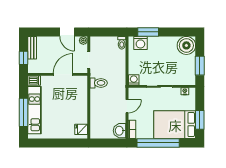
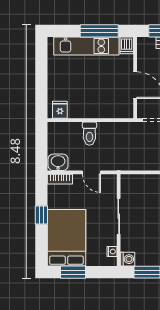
washing machine: (134, 80) -> (128, 259), moved
toilet: (99, 83) -> (89, 134), moved
window: (23, 112) -> (99, 31), moved
window: (158, 143) -> (41, 215), width x0.32

